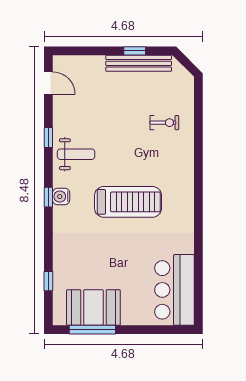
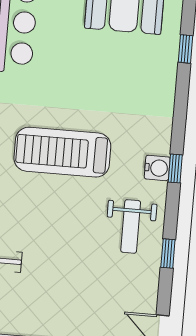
weight bench: (76, 154) -> (131, 226), turned -90

